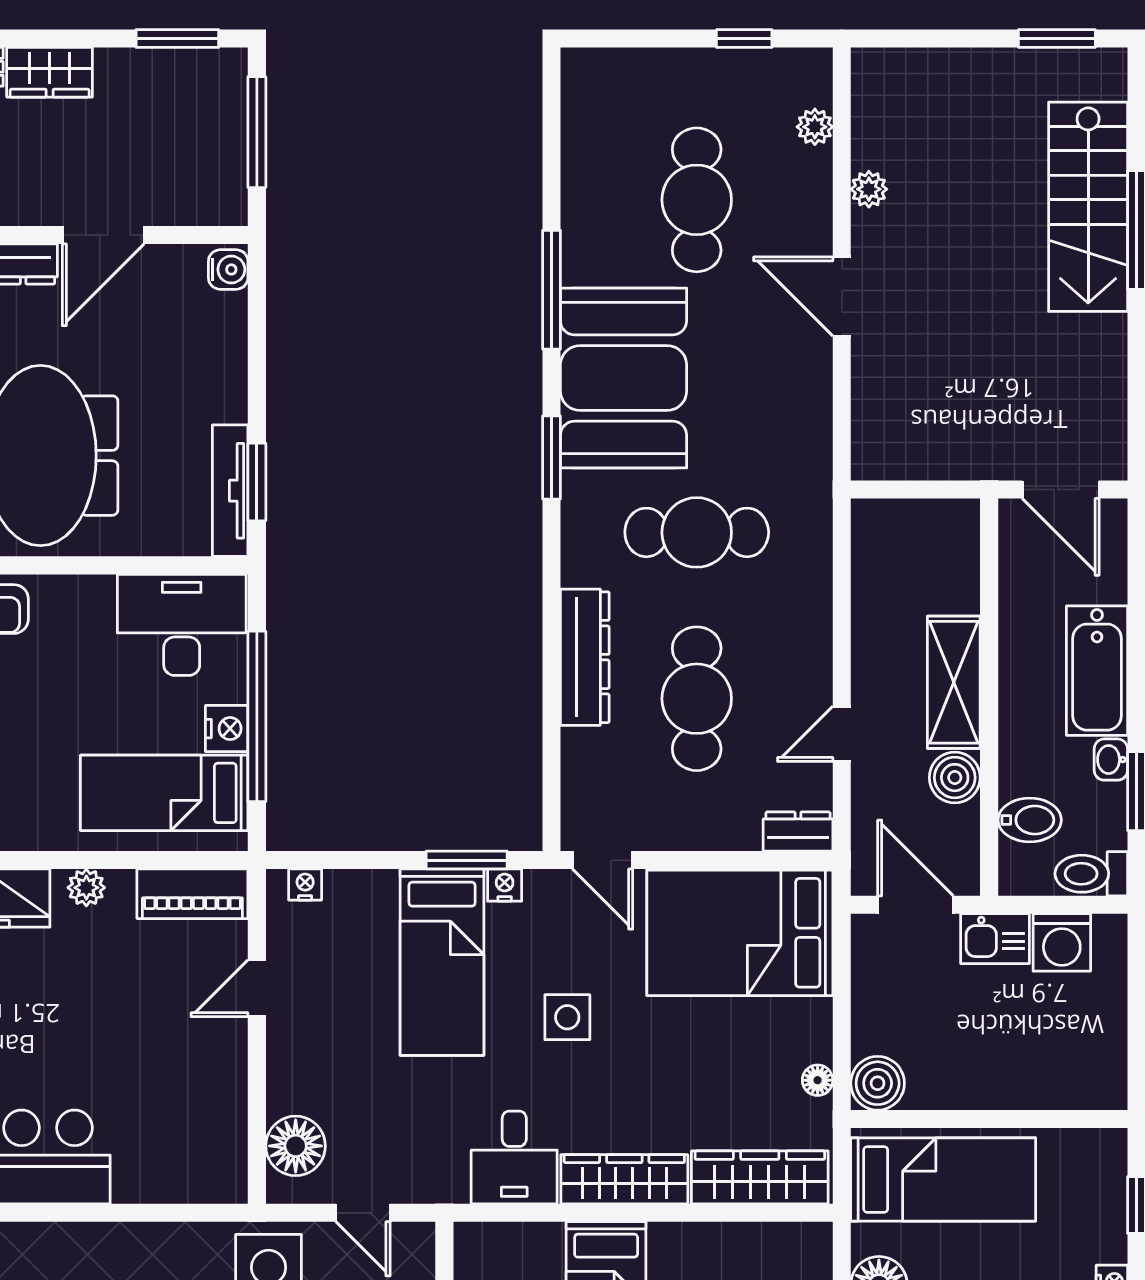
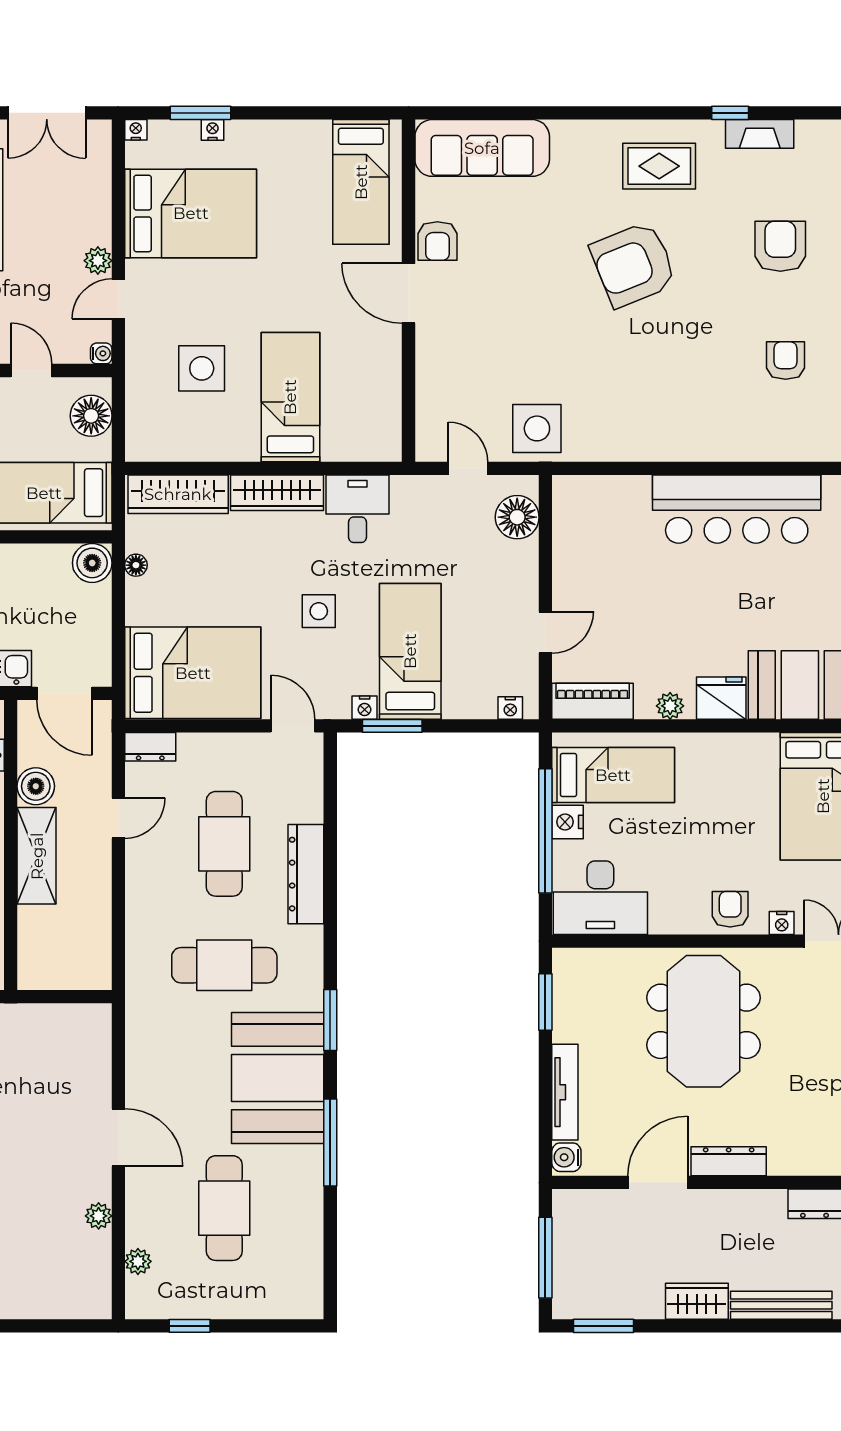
tv unit: (230, 491) -> (565, 1092), moved

